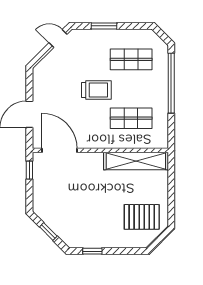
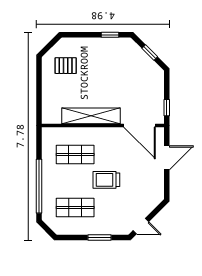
shelving: (136, 161) -> (91, 116), moved
pallet: (142, 217) -> (66, 66), width x0.67, depth x0.71

